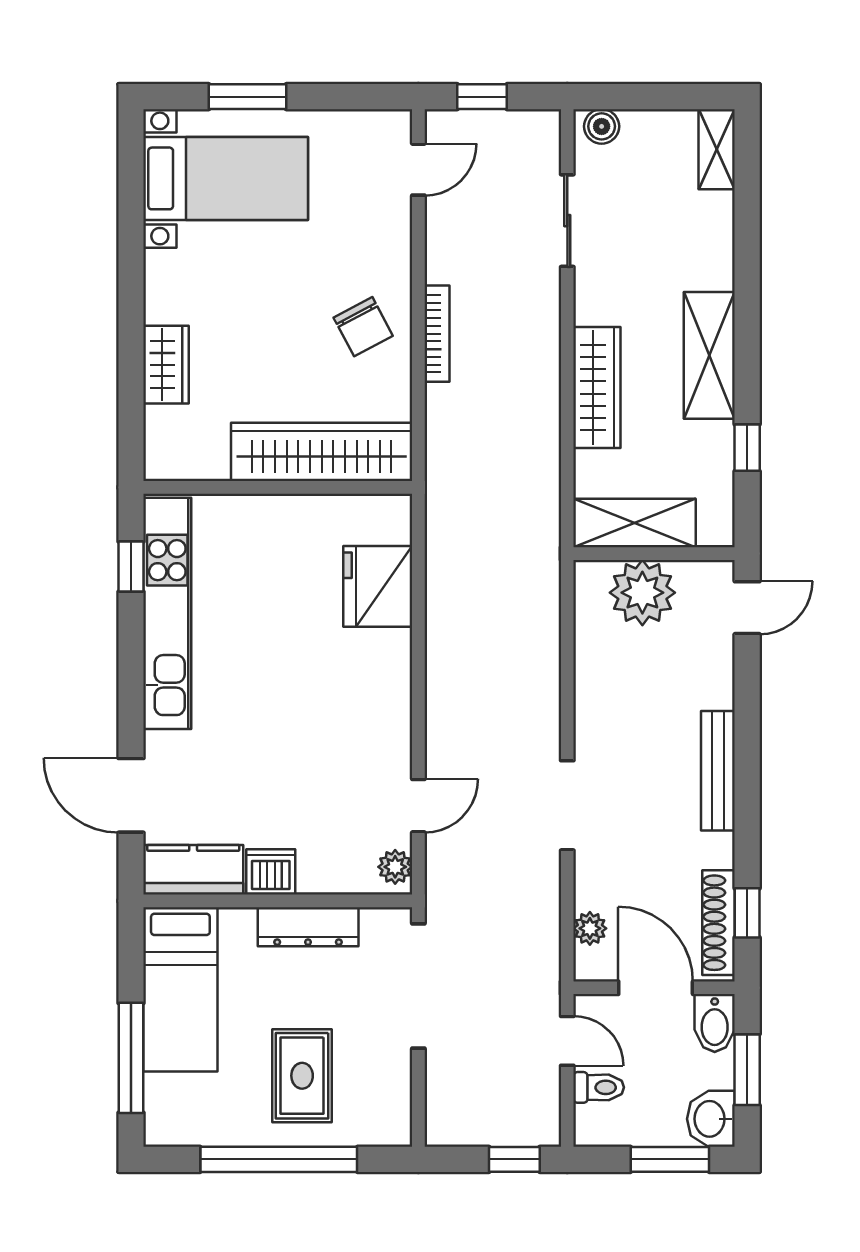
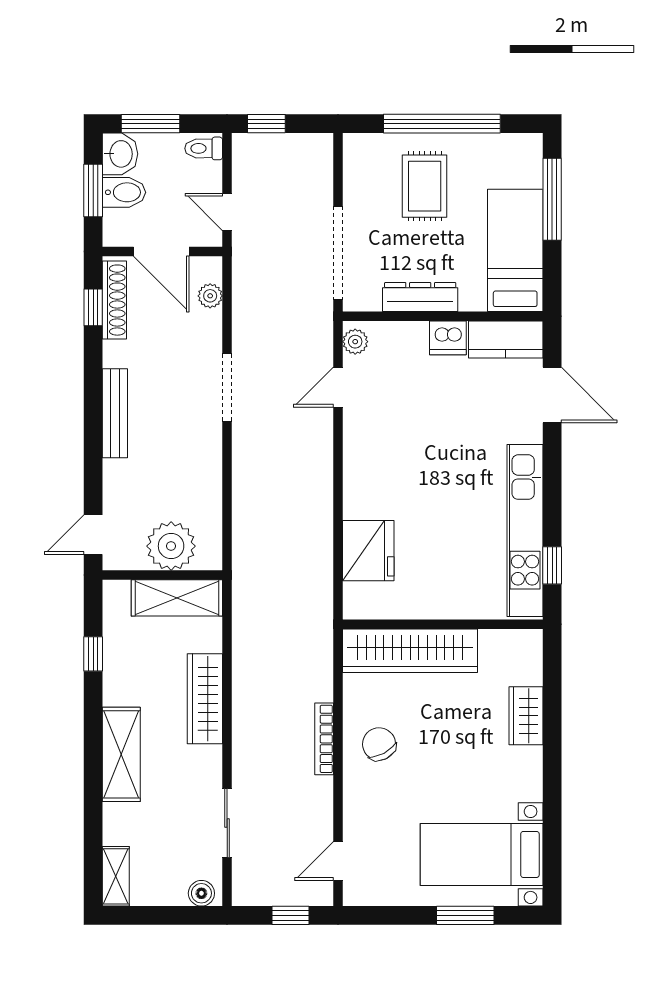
shelving: (709, 355) -> (121, 754), moved
bidet: (715, 1023) -> (124, 192), moved, turned 90
toilet: (599, 1087) -> (204, 148), moved

